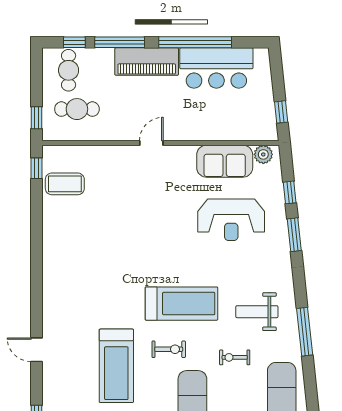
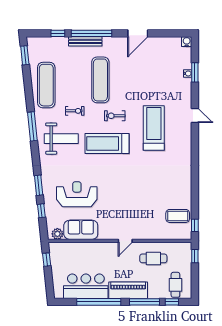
cafe table: (77, 109) -> (153, 258), moved
weight bench: (257, 312) -> (61, 139), width x1.36, depth x1.33
treadmill: (116, 366) -> (154, 128), moved

